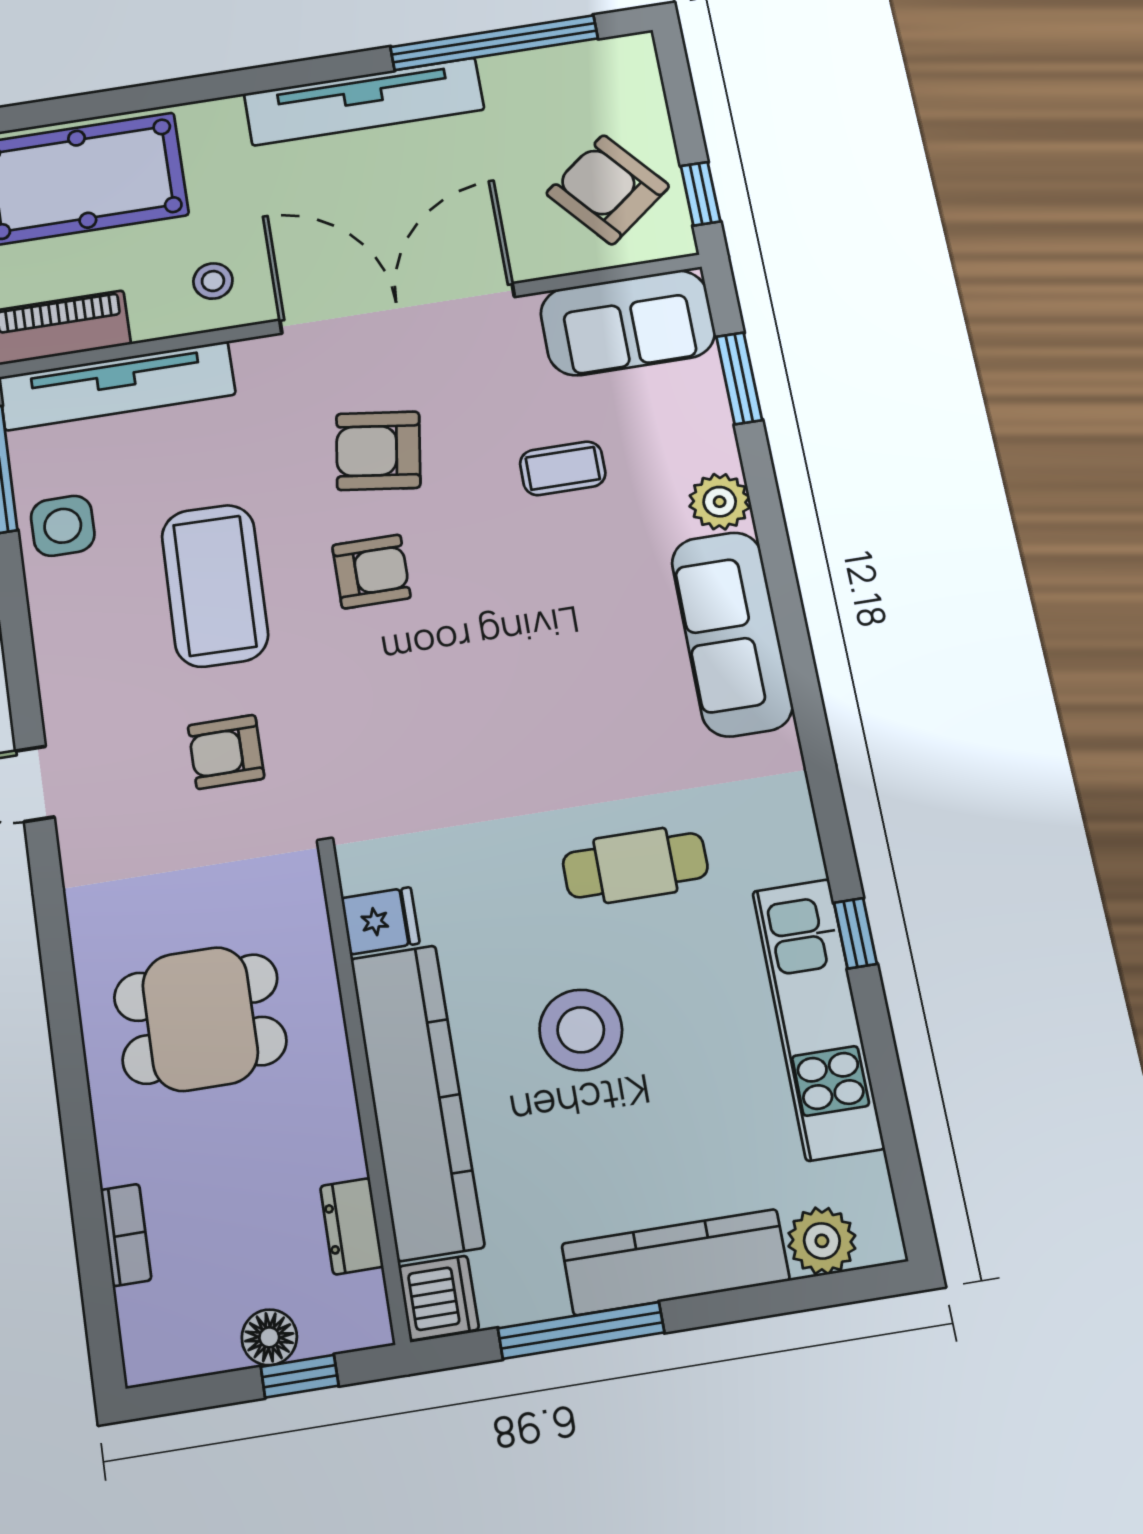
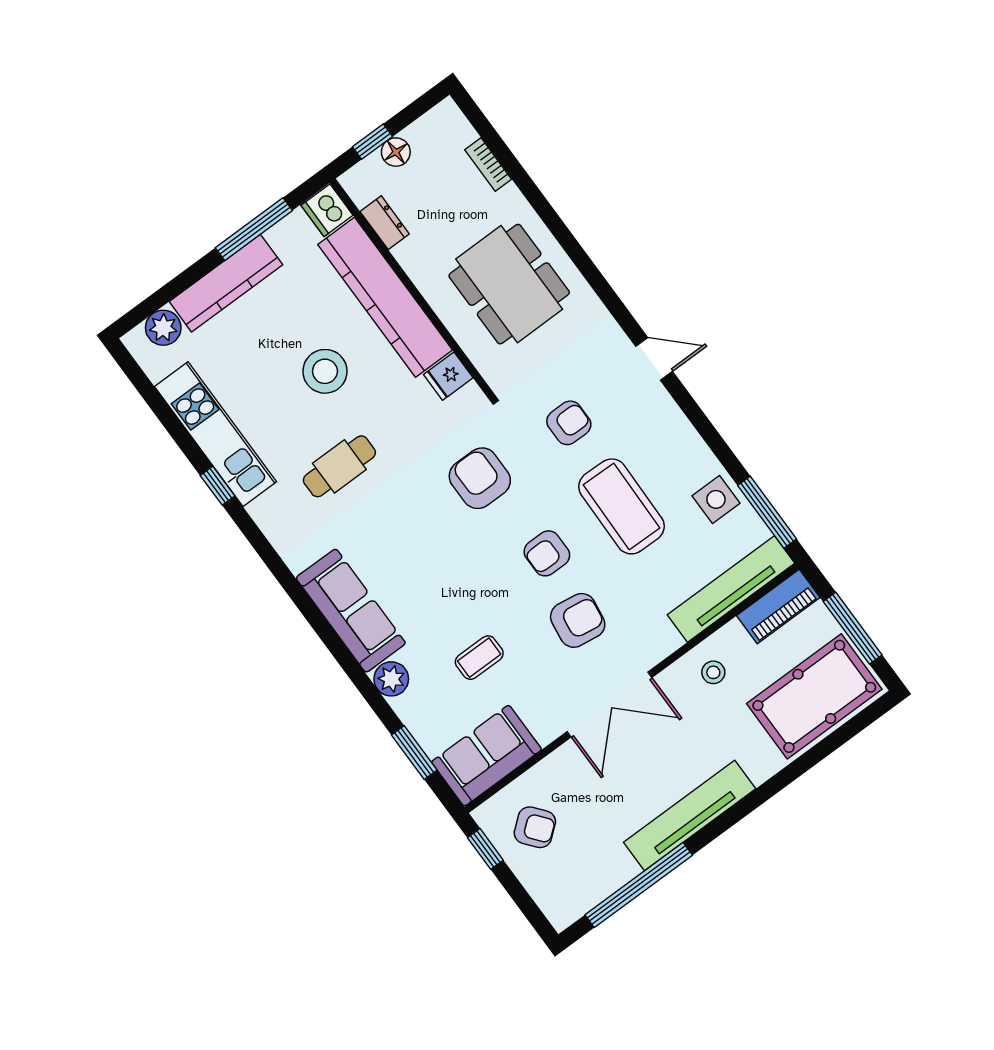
armchair: (608, 190) -> (535, 827), width x0.72, depth x0.72
double door: (397, 308) -> (609, 705), width x0.73
armchair: (416, 736) -> (480, 478), added
dining table: (200, 1019) -> (509, 284), width x1.38

